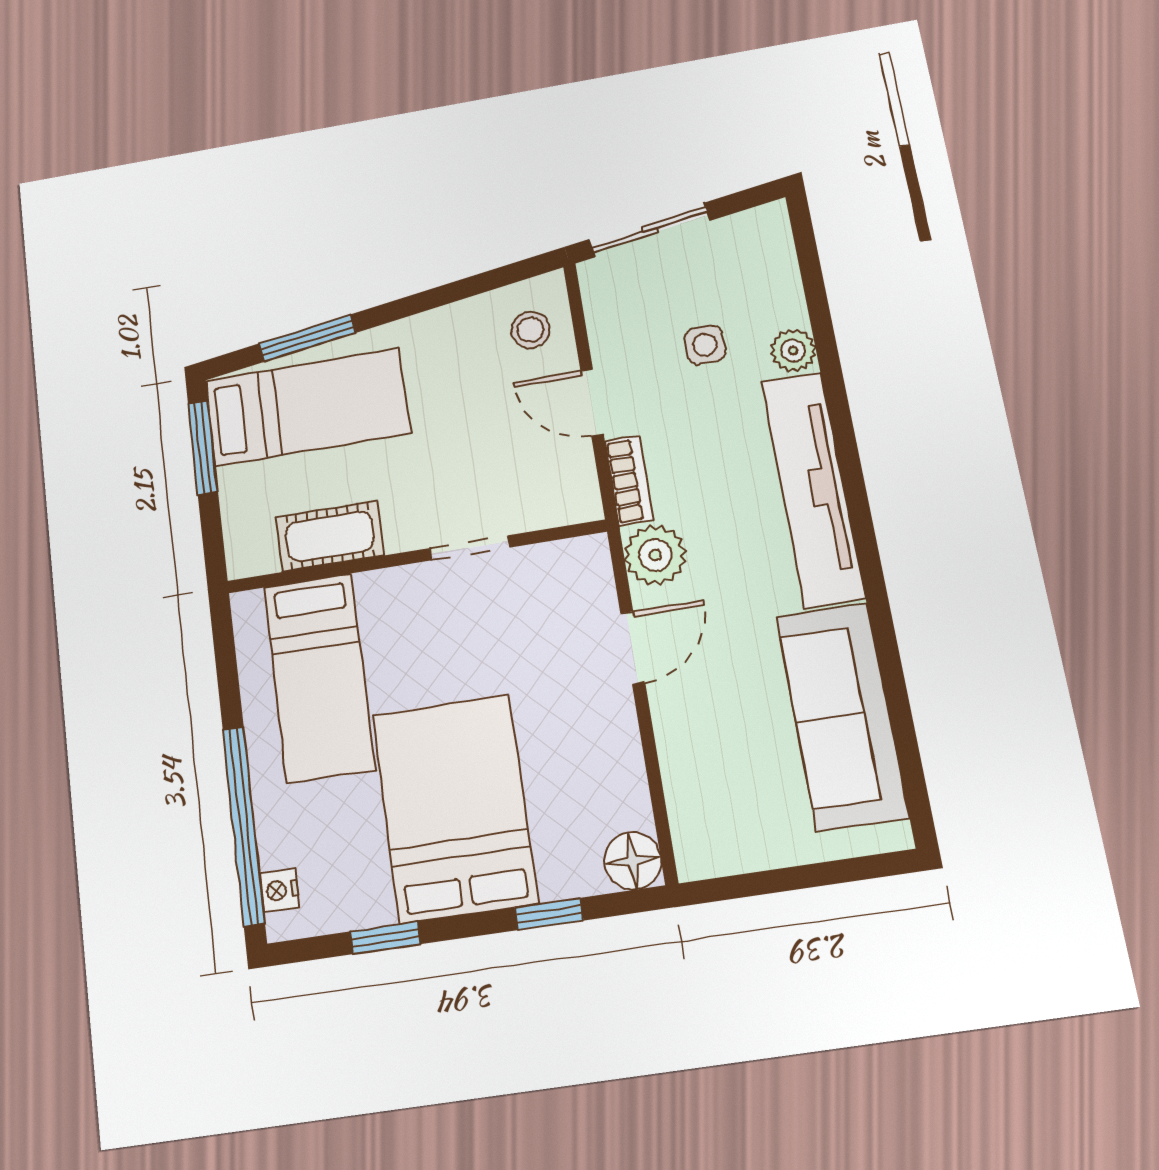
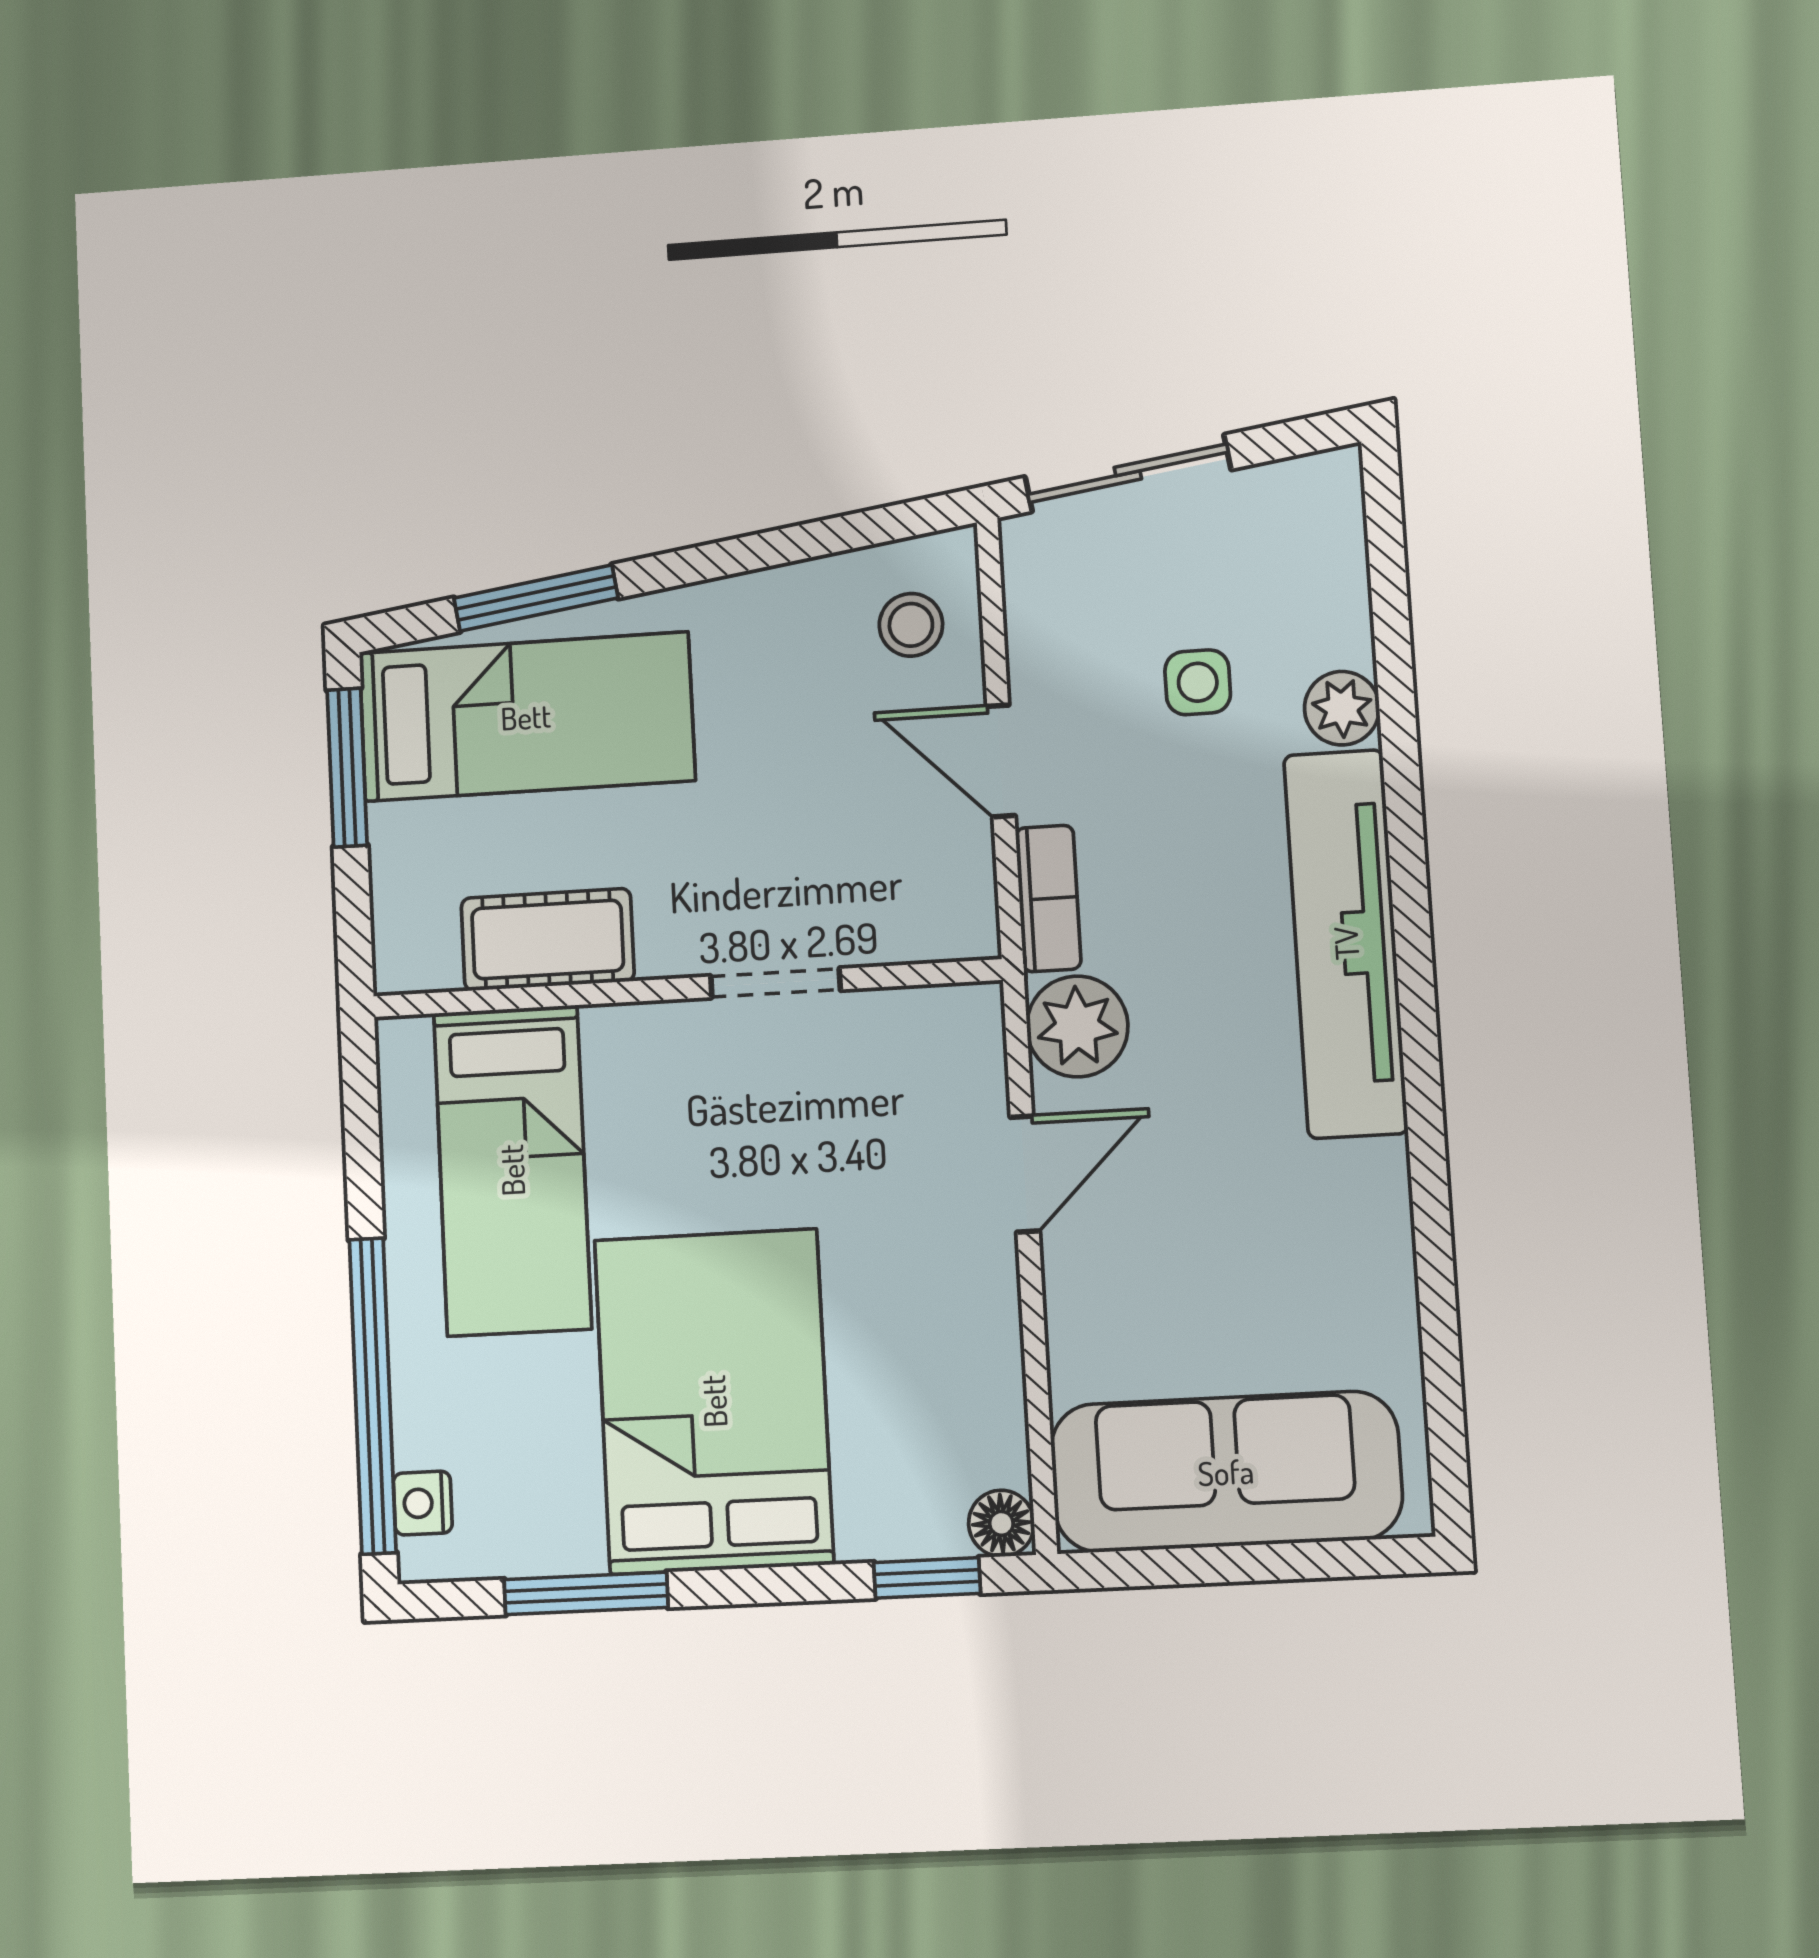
sofa: (842, 716) -> (1226, 1472), moved, turned 90
floor lamp: (632, 861) -> (1001, 1523), width x0.73, depth x0.73
window: (549, 914) -> (927, 1578), moved
window: (385, 938) -> (586, 1593), width x1.50

